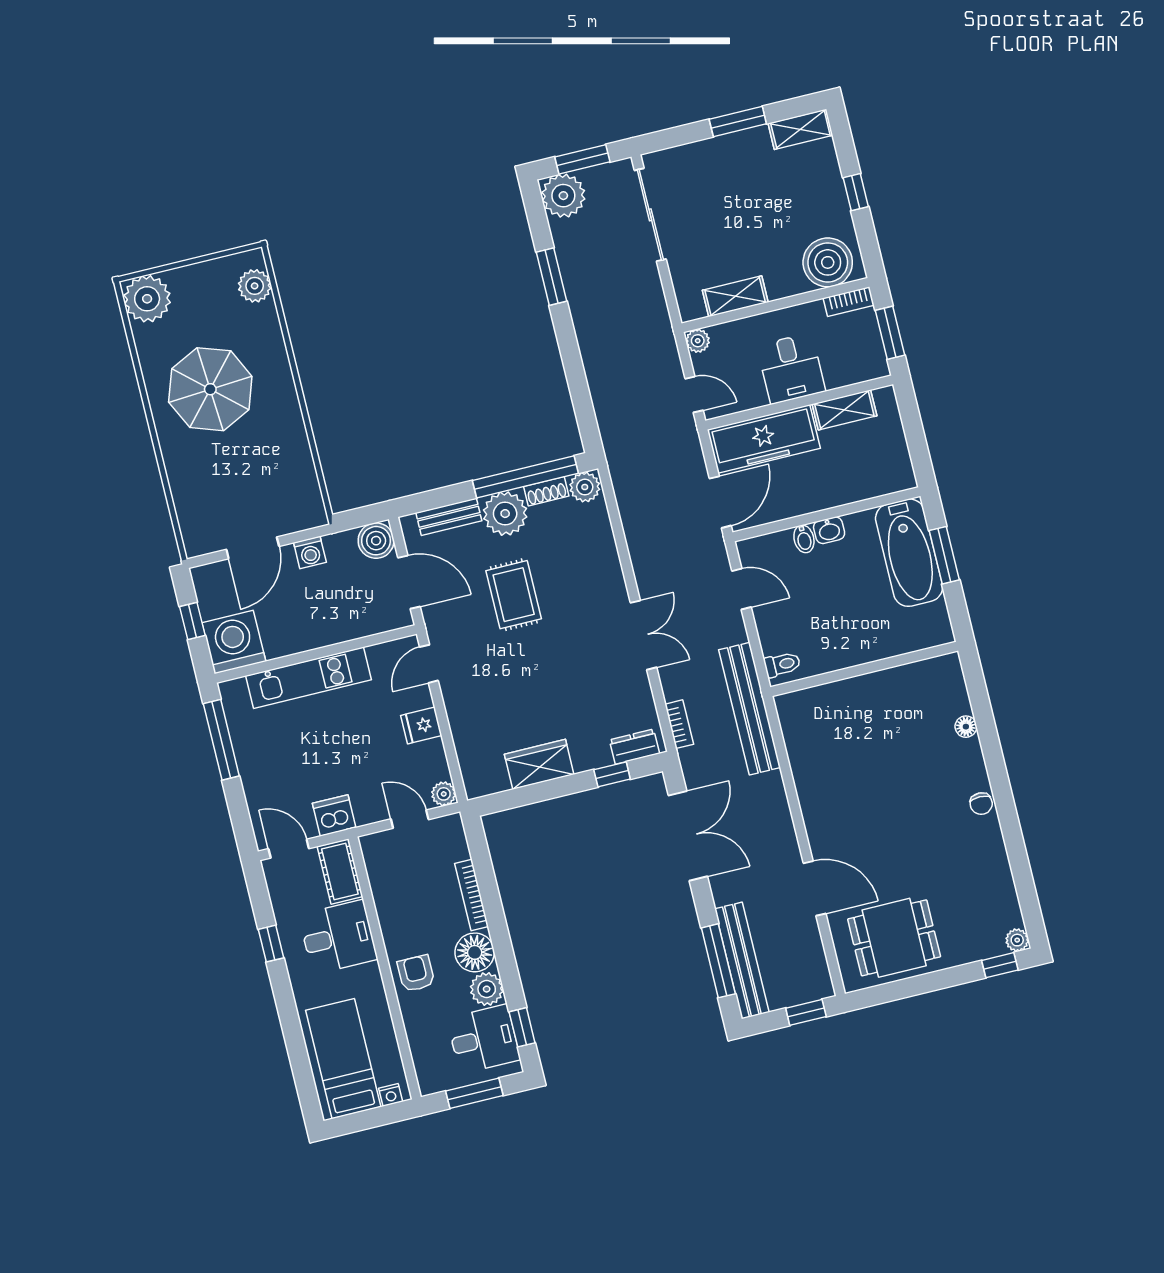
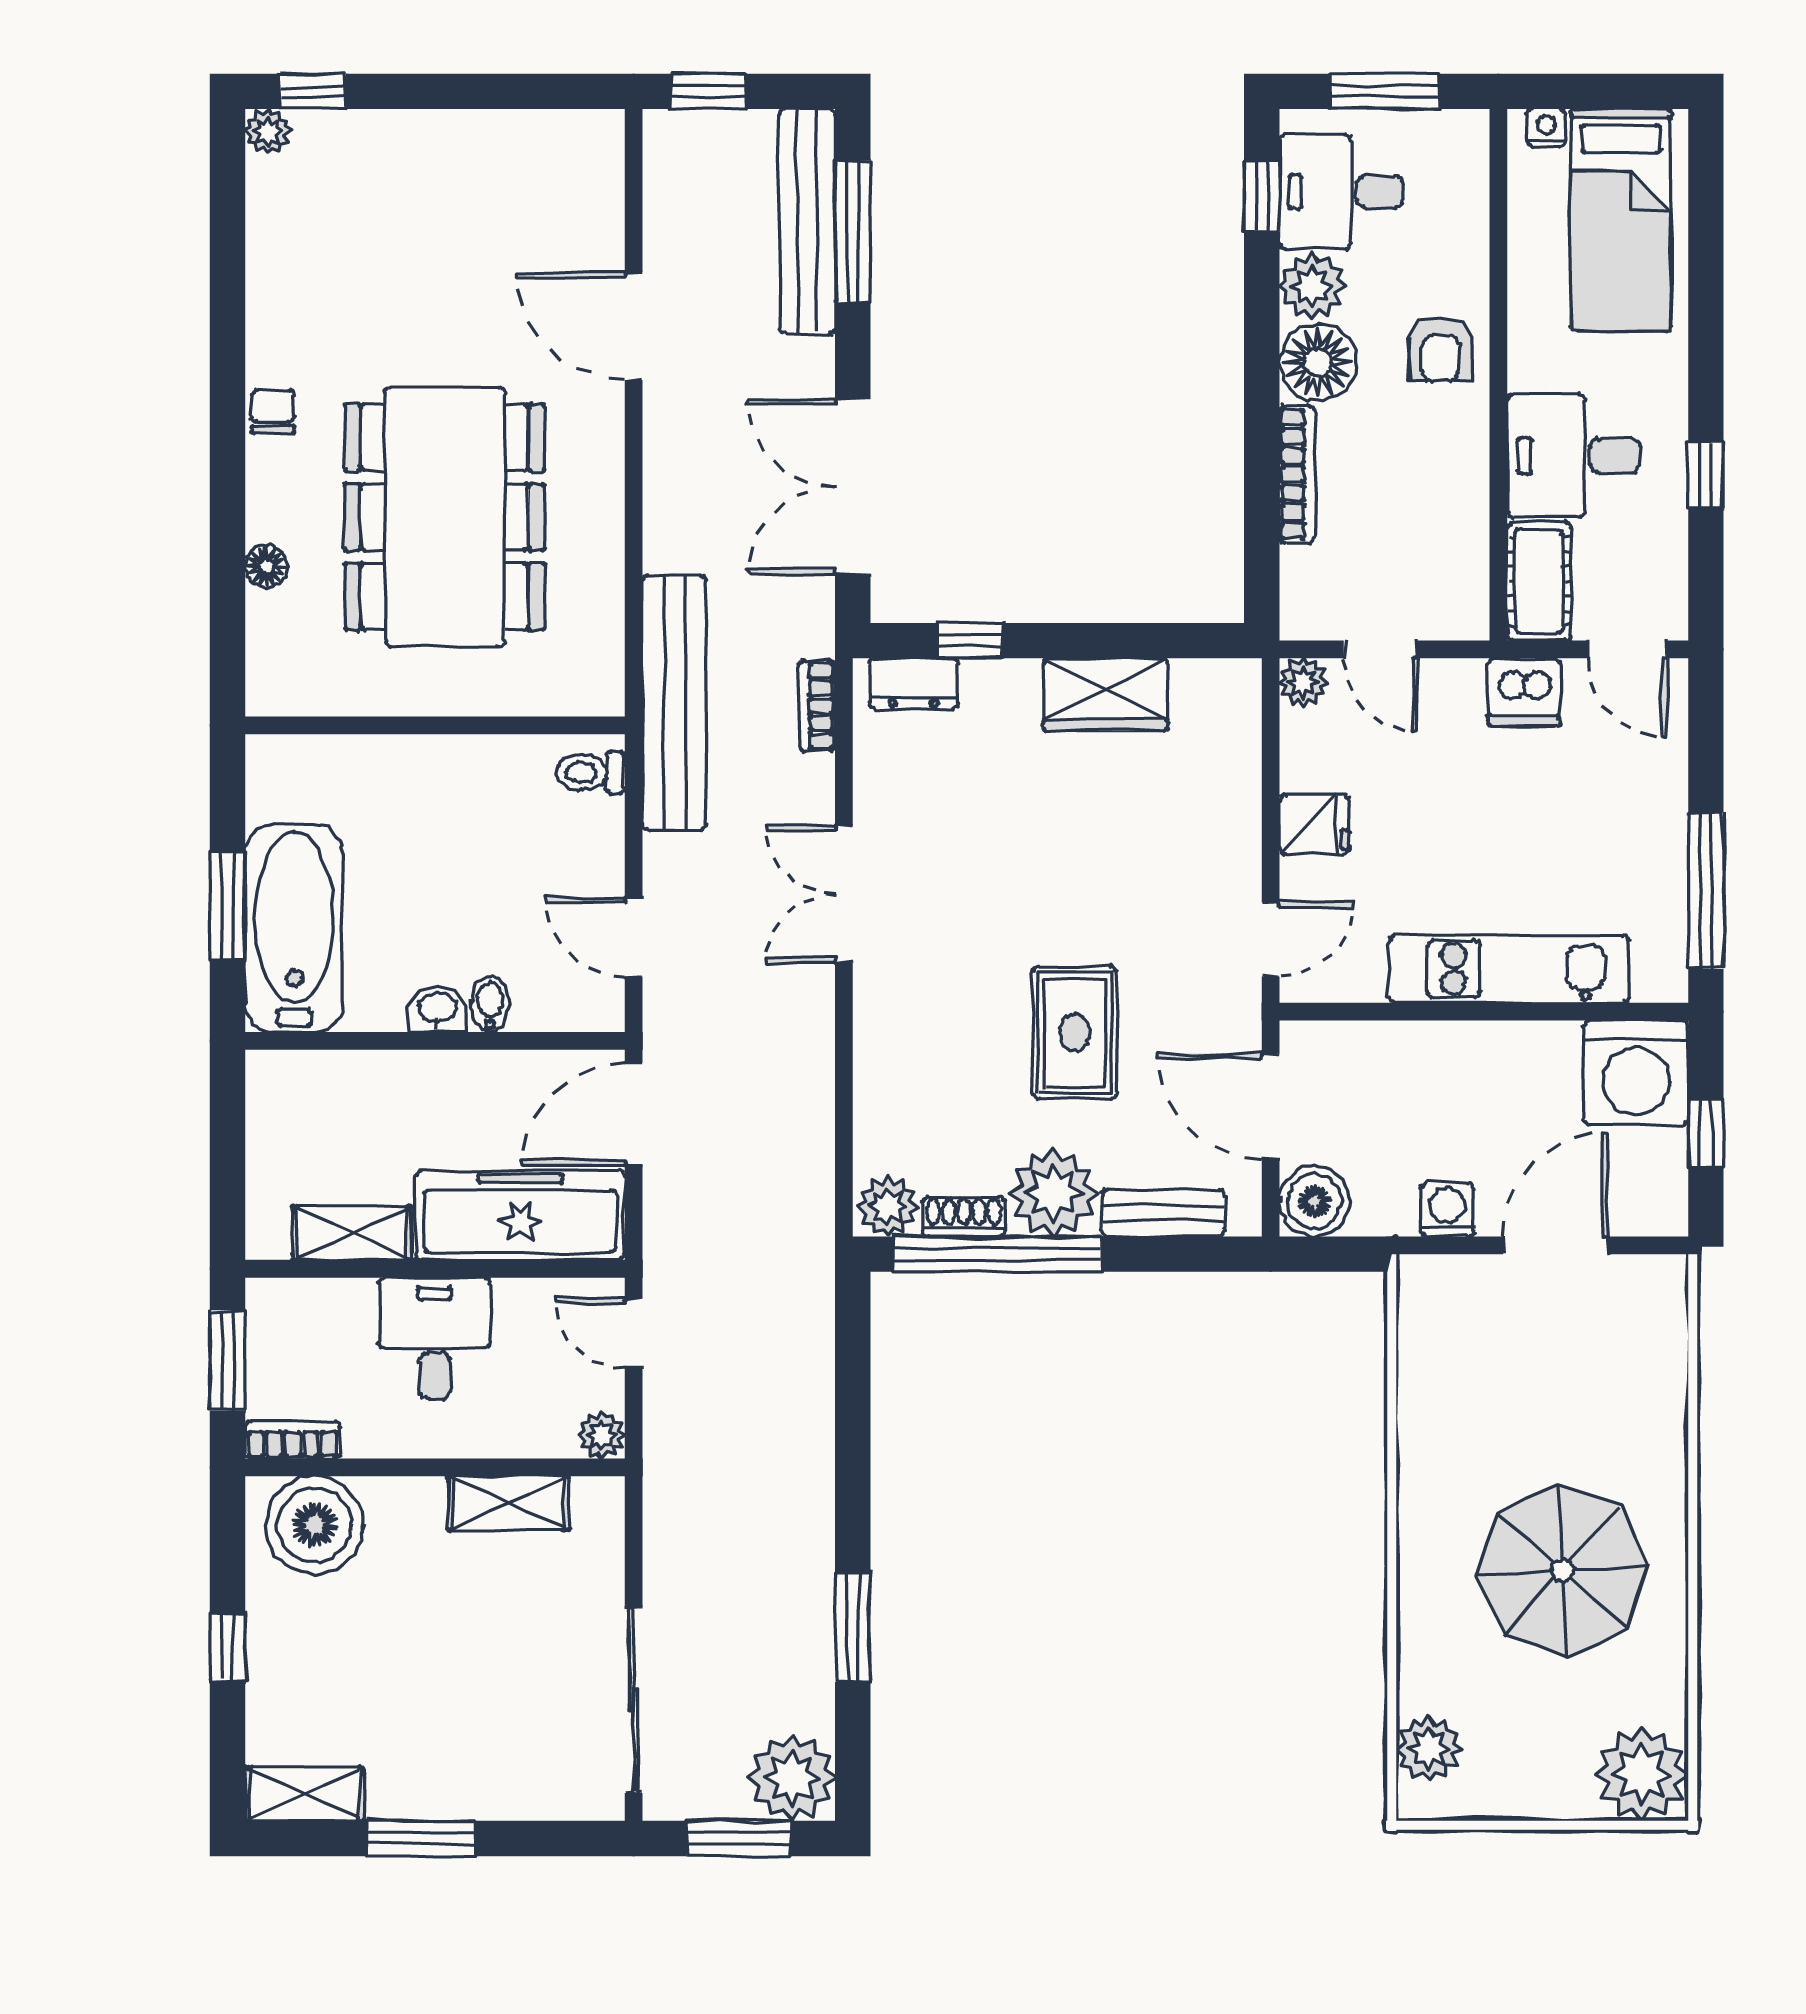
dining table: (894, 938) -> (445, 517), moved, width x1.88, depth x1.24

